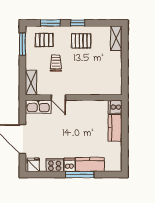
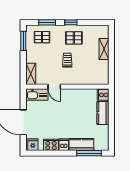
shelving: (116, 38) -> (104, 49), moved
trolley: (56, 63) -> (67, 60), moved
window: (80, 175) -> (89, 153), moved

